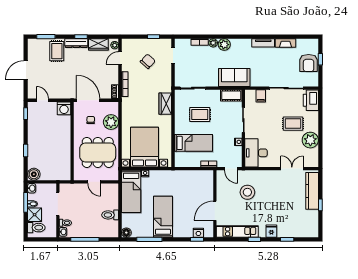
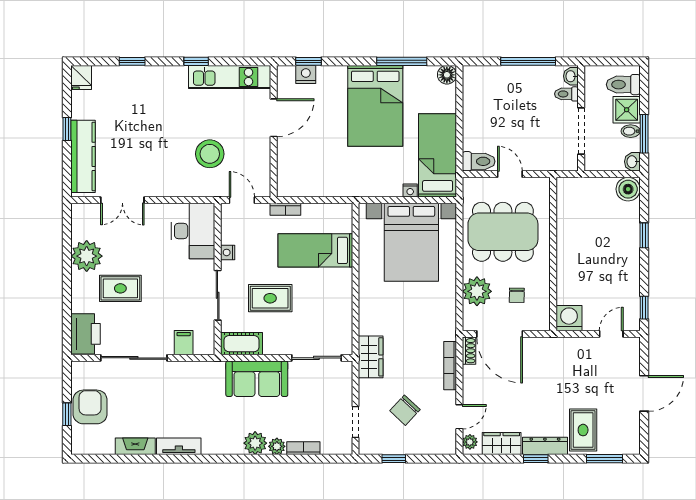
sofa: (234, 77) -> (257, 379), moved
door: (42, 100) -> (611, 334), swing flipped
door: (88, 100) -> (500, 334), moved
wardrobe: (165, 104) -> (371, 357), moved
rug: (200, 115) -> (270, 298), moved
toilet: (110, 215) -> (479, 161), moved
bed: (163, 217) -> (375, 106), width x1.50
fridge: (271, 231) -> (81, 78), moved

